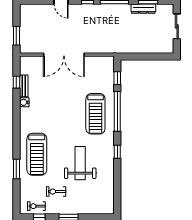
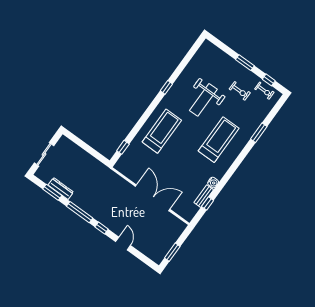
window: (16, 36) -> (172, 252), moved
window: (117, 111) -> (143, 120), removed
treadmill: (37, 154) -> (219, 140), moved

